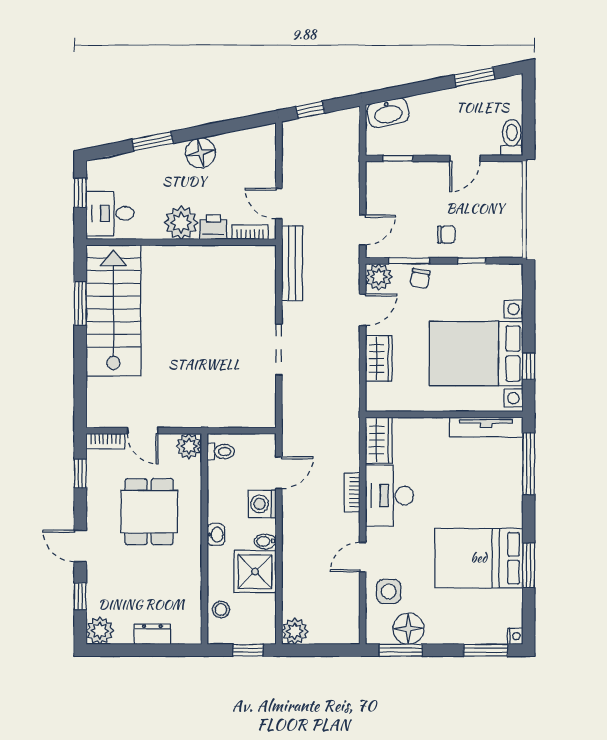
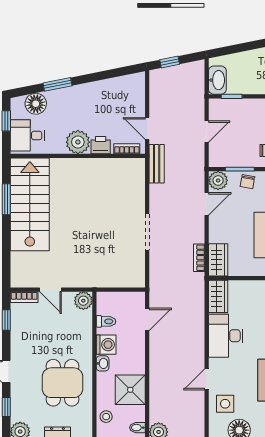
washbasin: (388, 113) -> (217, 80), moved, turned -79
floor lamp: (201, 153) -> (36, 104), moved
door: (363, 230) -> (207, 131), moved
bench: (292, 263) -> (157, 164), width x0.73
wardrobe: (379, 359) -> (218, 260), moved
toilet: (221, 452) -> (106, 321), moved
bookcase: (352, 492) -> (199, 258), moved
washing machine: (262, 504) -> (106, 345), moved, turned 180
dining table: (149, 512) -> (62, 383), moved
bidet: (265, 541) -> (137, 428), moved

